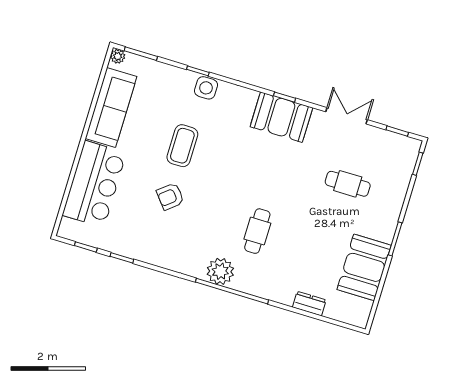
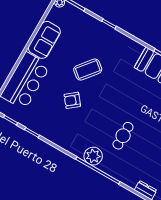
side table: (206, 88) -> (112, 36), removed
sofa: (111, 107) -> (44, 40), width x0.73
coffee table: (182, 146) -> (88, 70), turned 39

